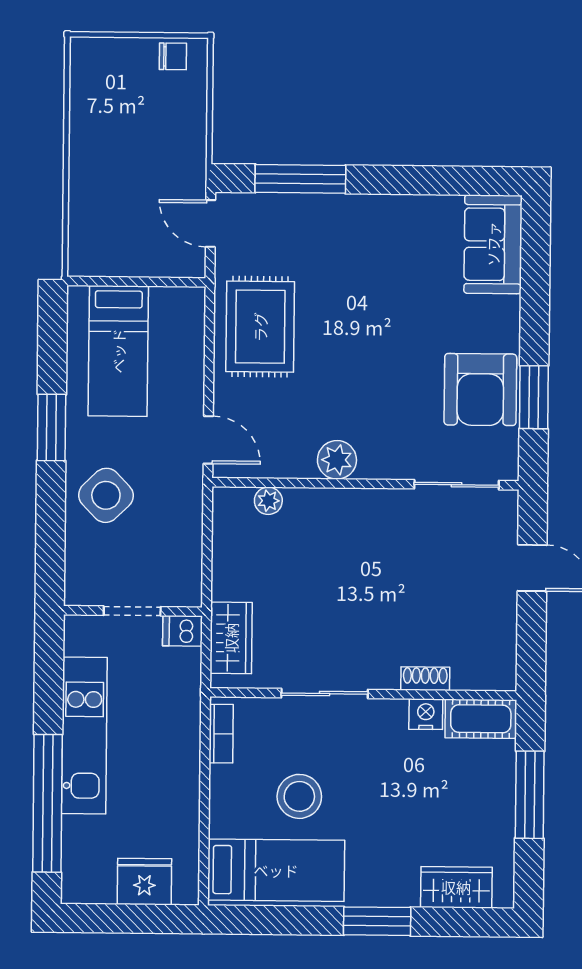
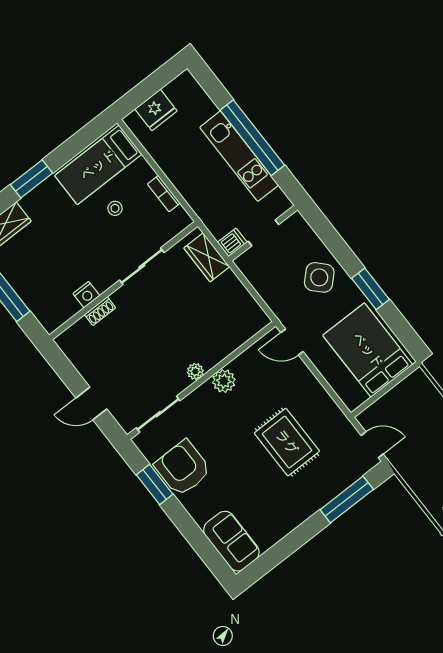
rug: (260, 327) -> (287, 442), moved
bed: (118, 351) -> (368, 350), width x1.50
plant: (268, 501) -> (195, 371), moved
cot: (481, 719) -> (59, 313), removed
bookcase: (221, 734) -> (164, 194), moved
stool: (299, 796) -> (115, 208), width x0.53, depth x0.53
window: (48, 803) -> (252, 138), moved

